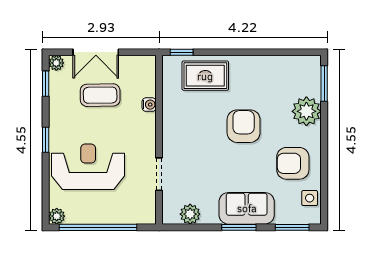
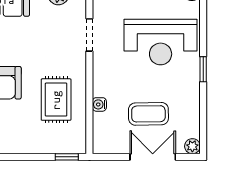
rug: (205, 76) -> (56, 100), moved, turned 90
window: (46, 84) -> (203, 125), removed

